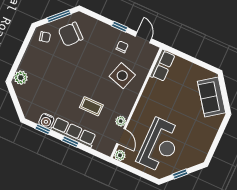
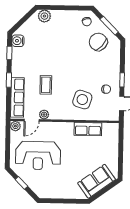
row of seats: (162, 66) -> (88, 129), moved
water cooler: (46, 121) -> (18, 41), moved
row of seats: (74, 133) -> (17, 97), moved

